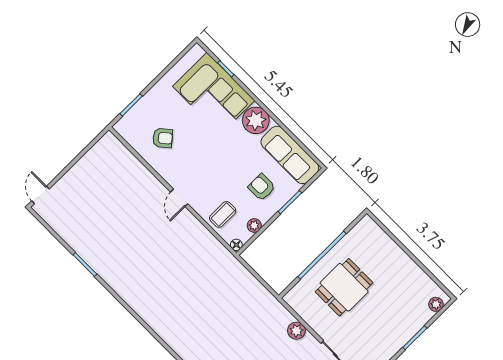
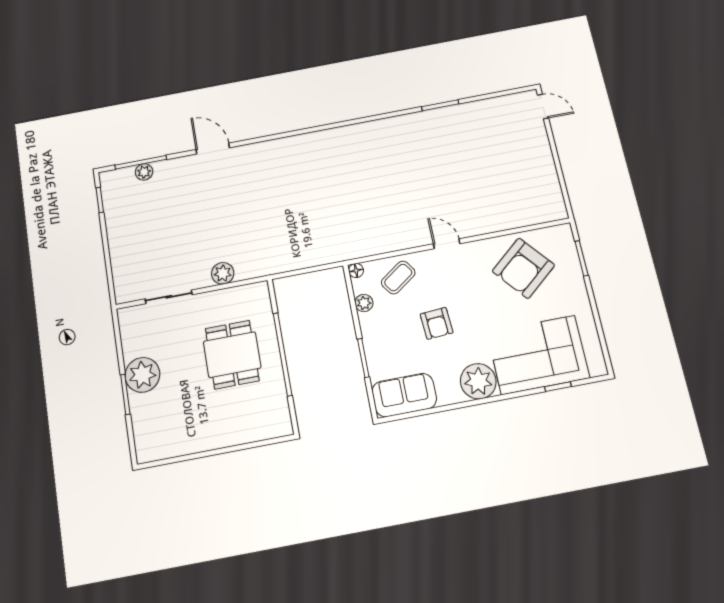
armchair: (163, 138) -> (523, 268), width x1.88, depth x1.88
sofa: (290, 155) -> (404, 395), width x0.73
armchair: (262, 187) -> (437, 323), moved, turned 86
coffee table: (223, 214) -> (398, 277), turned 55
plant: (436, 304) -> (142, 375), moved, width x1.88, depth x1.88

